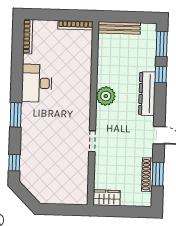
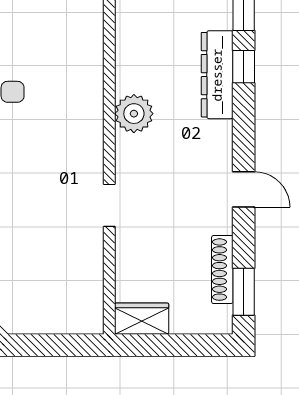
dresser: (147, 94) -> (217, 75), moved
window: (158, 174) -> (244, 292), moved

